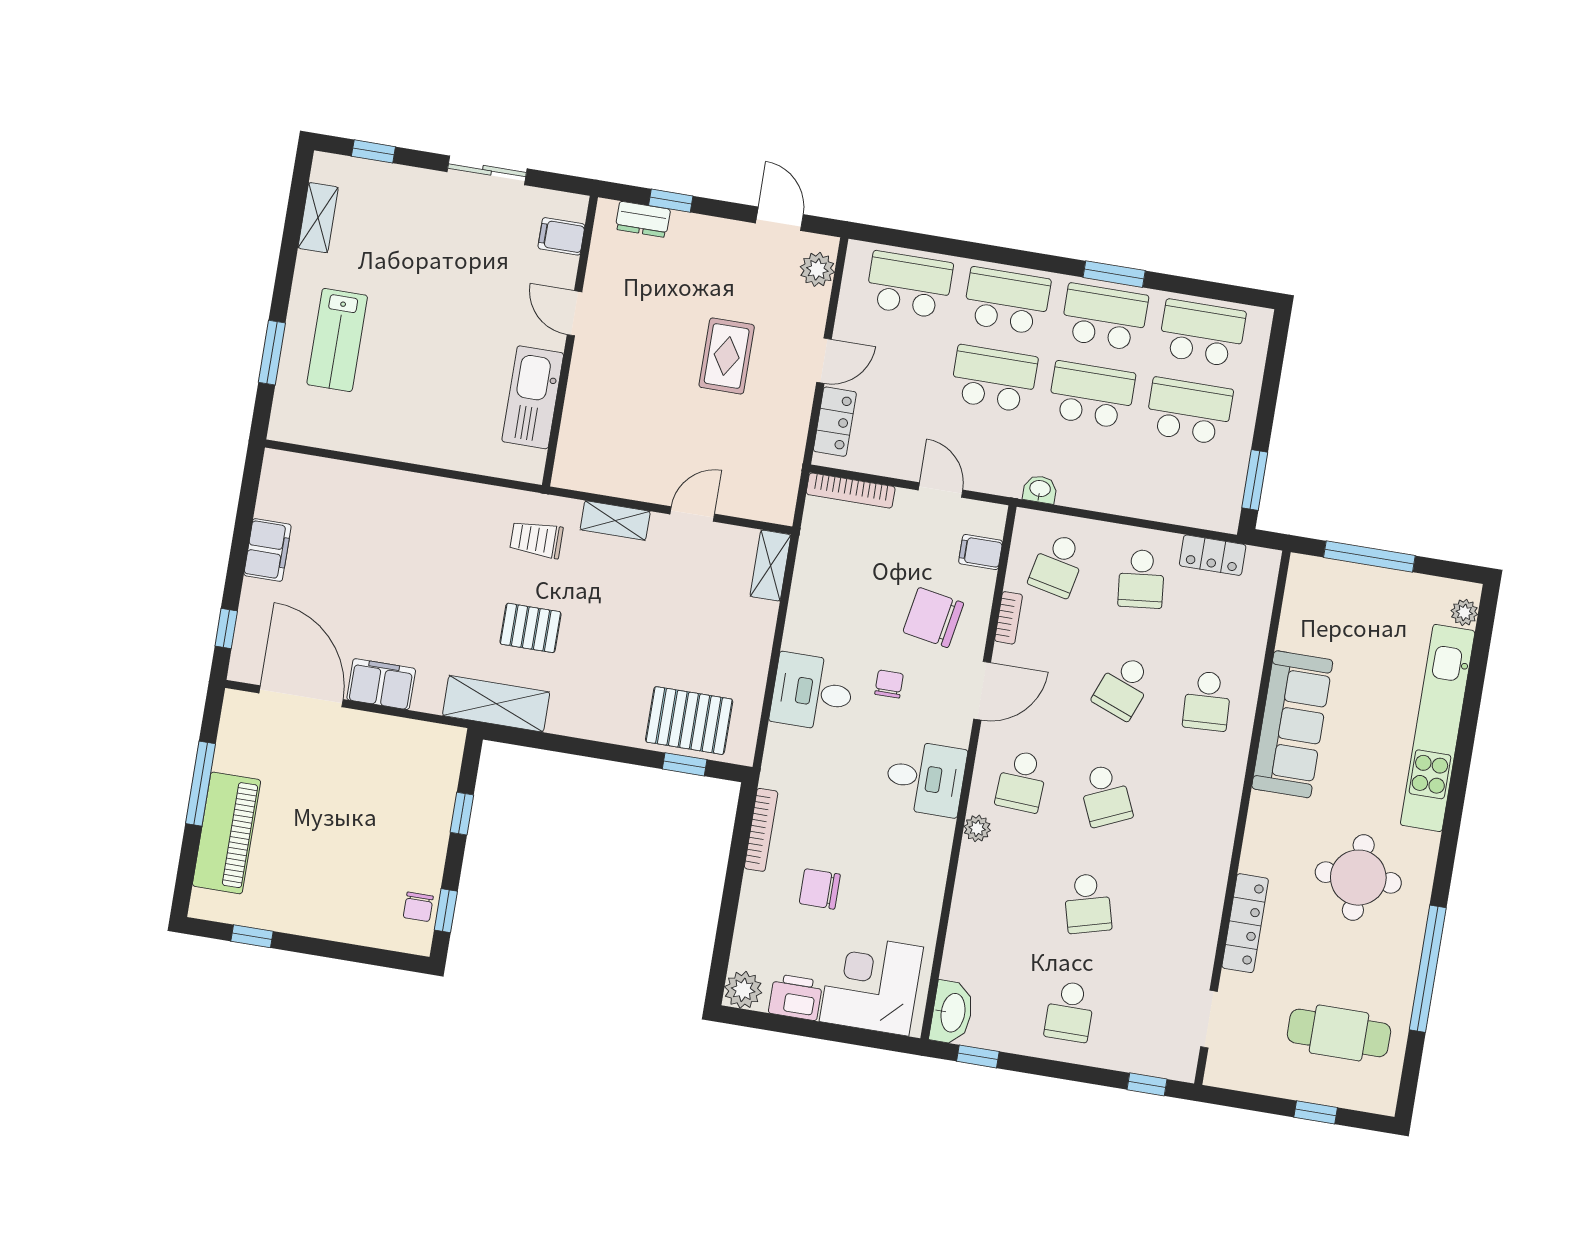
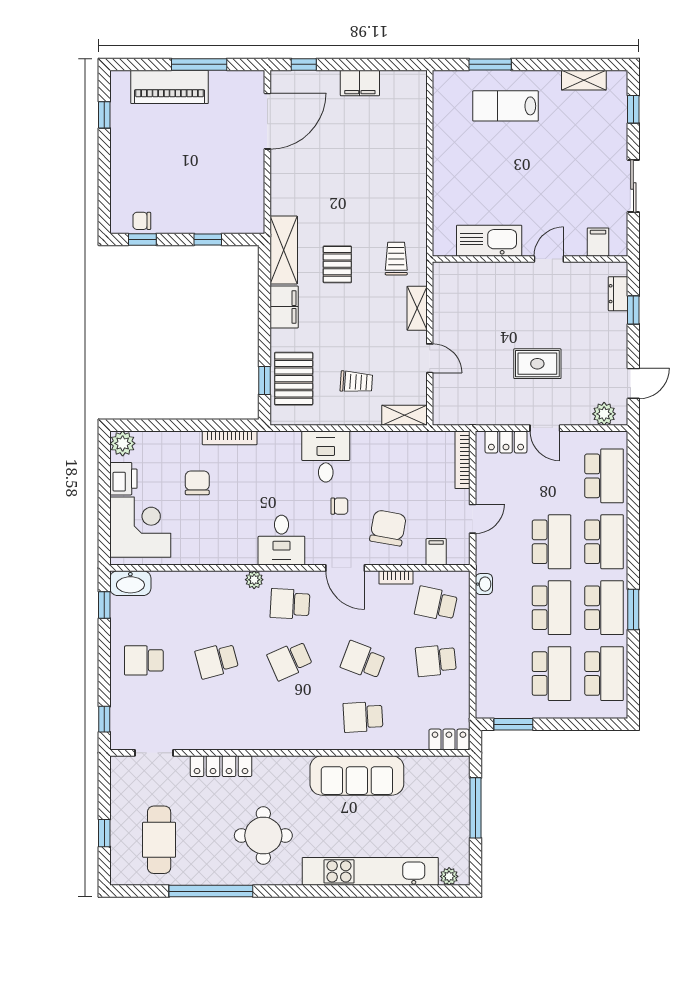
locker: (1213, 555) -> (449, 740), moved, turned 90
trolley: (709, 629) -> (356, 382), added
filing cabinet: (381, 684) -> (284, 307), moved

